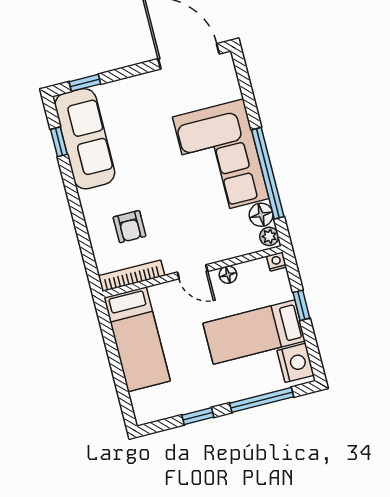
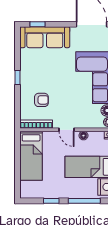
sofa: (85, 139) -> (45, 37), moved, turned 90
window: (59, 142) -> (18, 77), moved
armchair: (129, 227) -> (41, 100), turned -90

